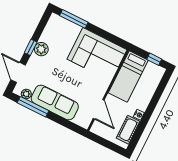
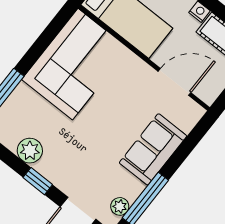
plant: (41, 49) -> (30, 151), moved
sofa: (55, 102) -> (153, 149), width x0.73

